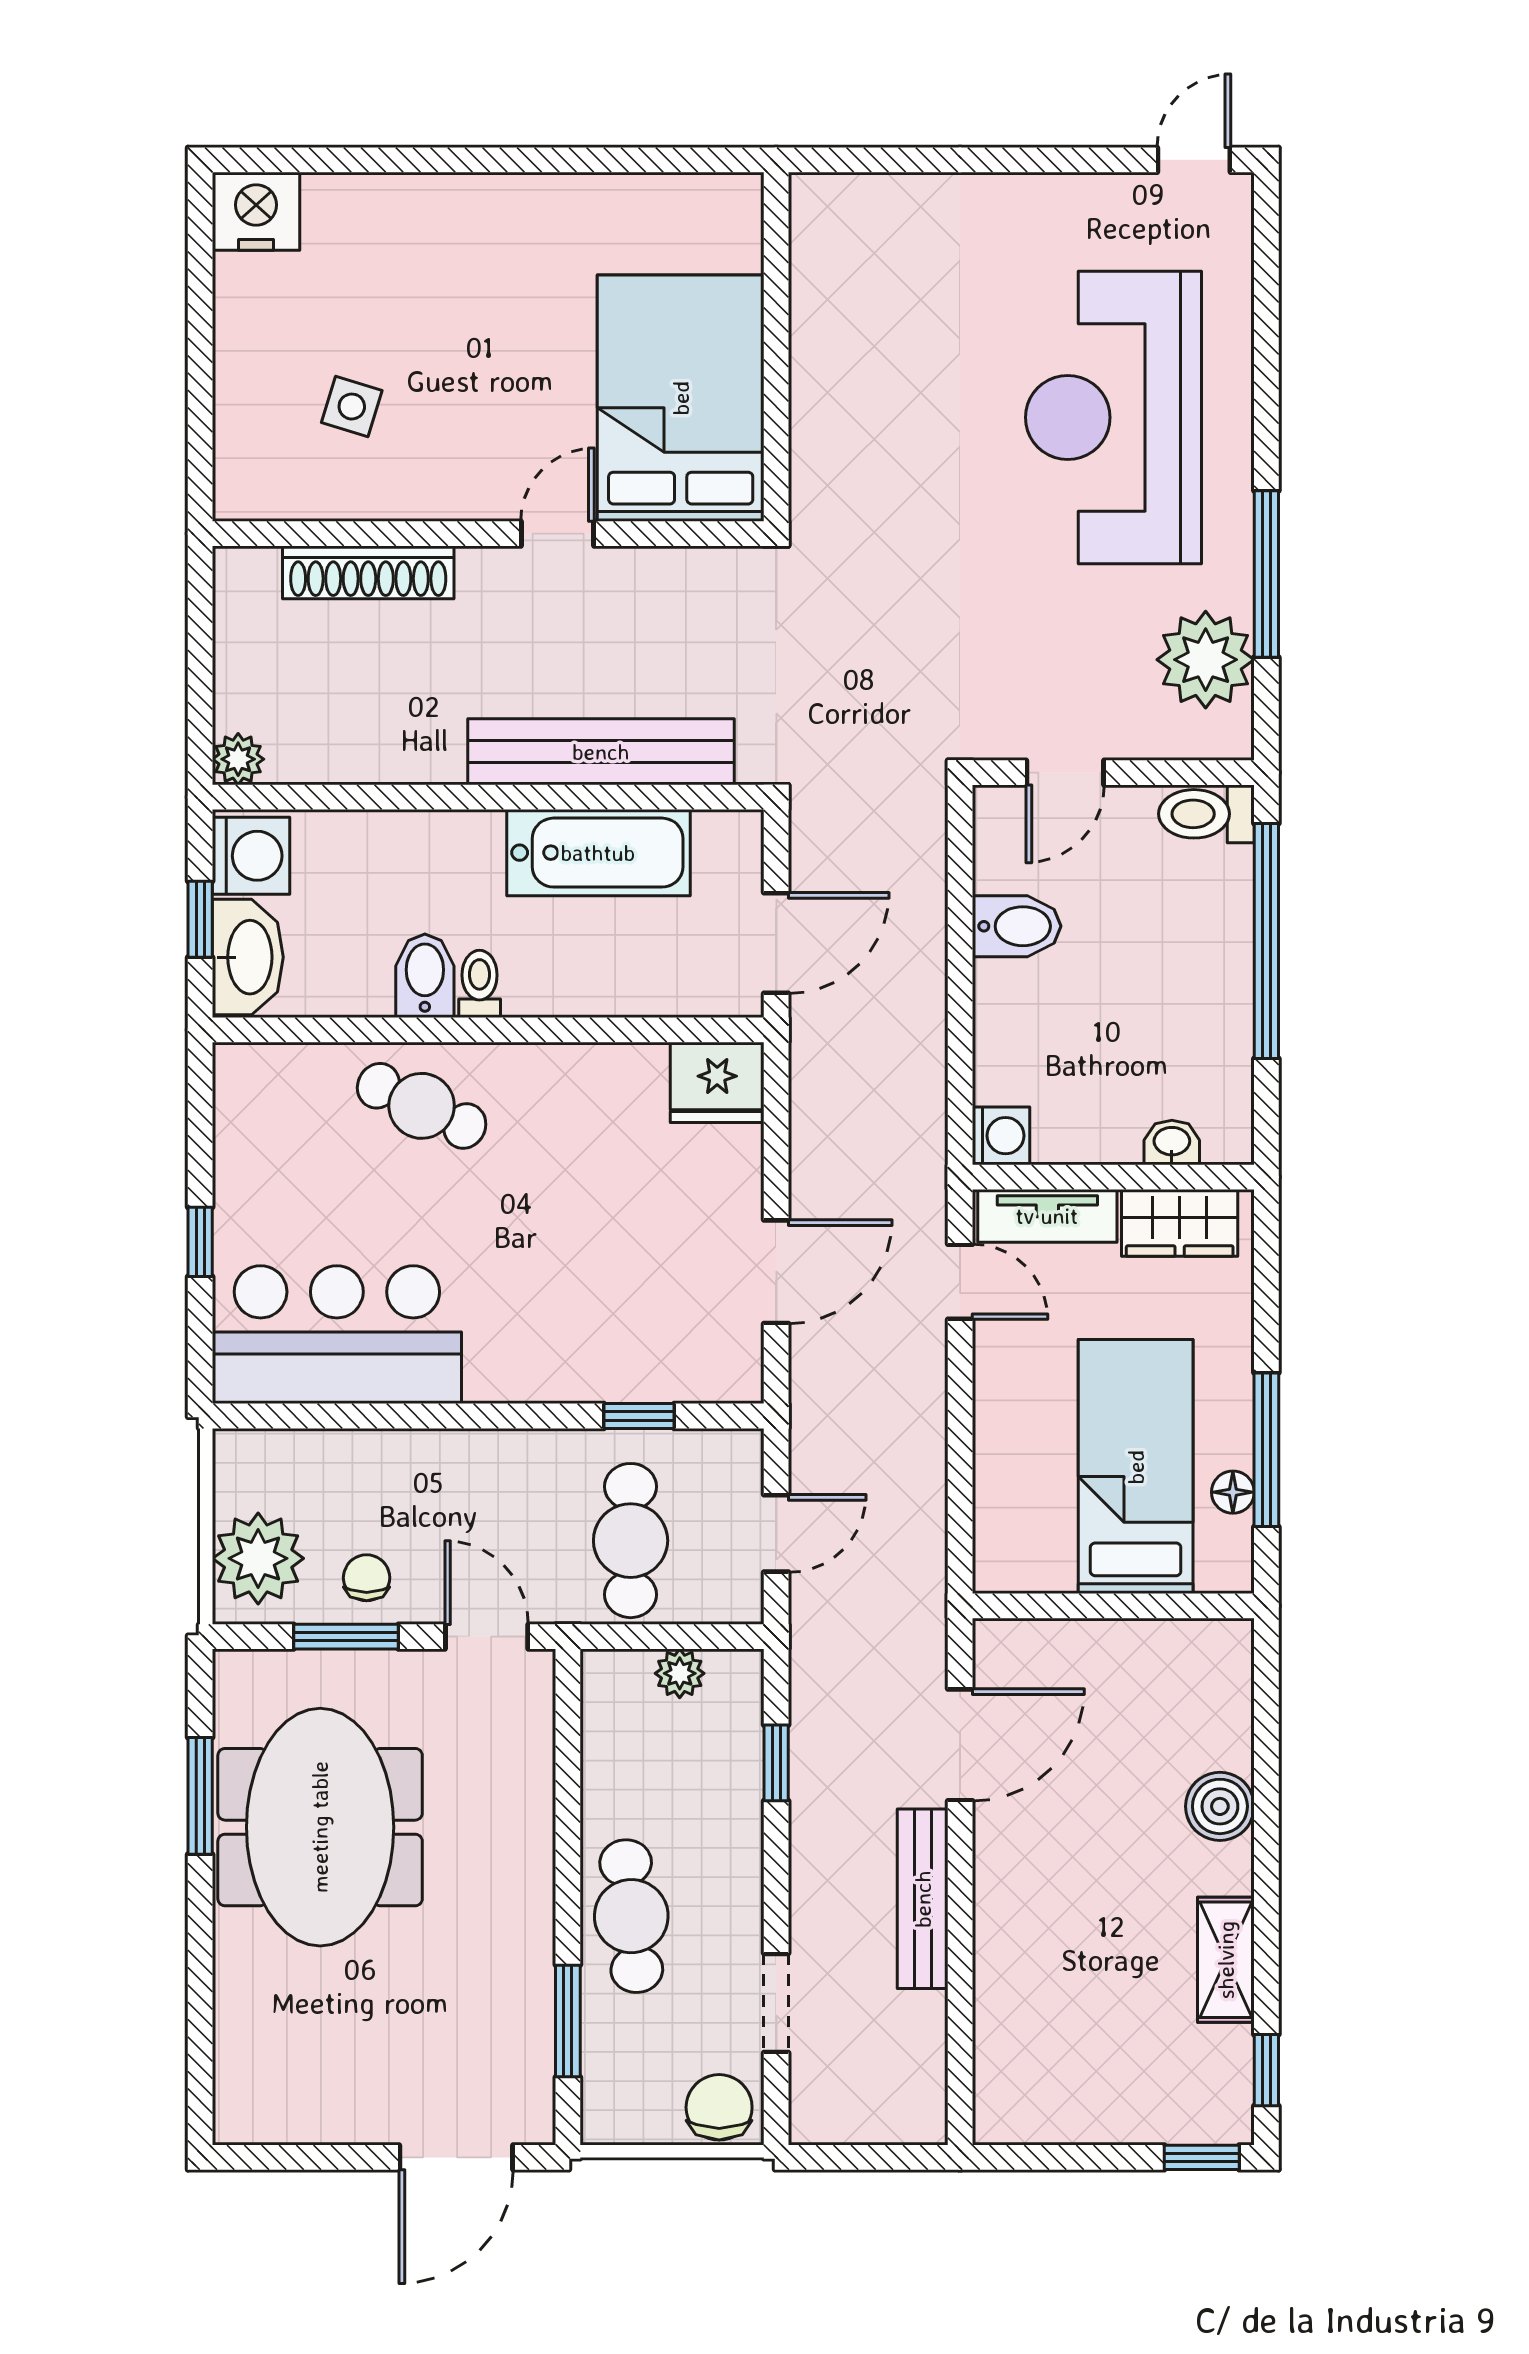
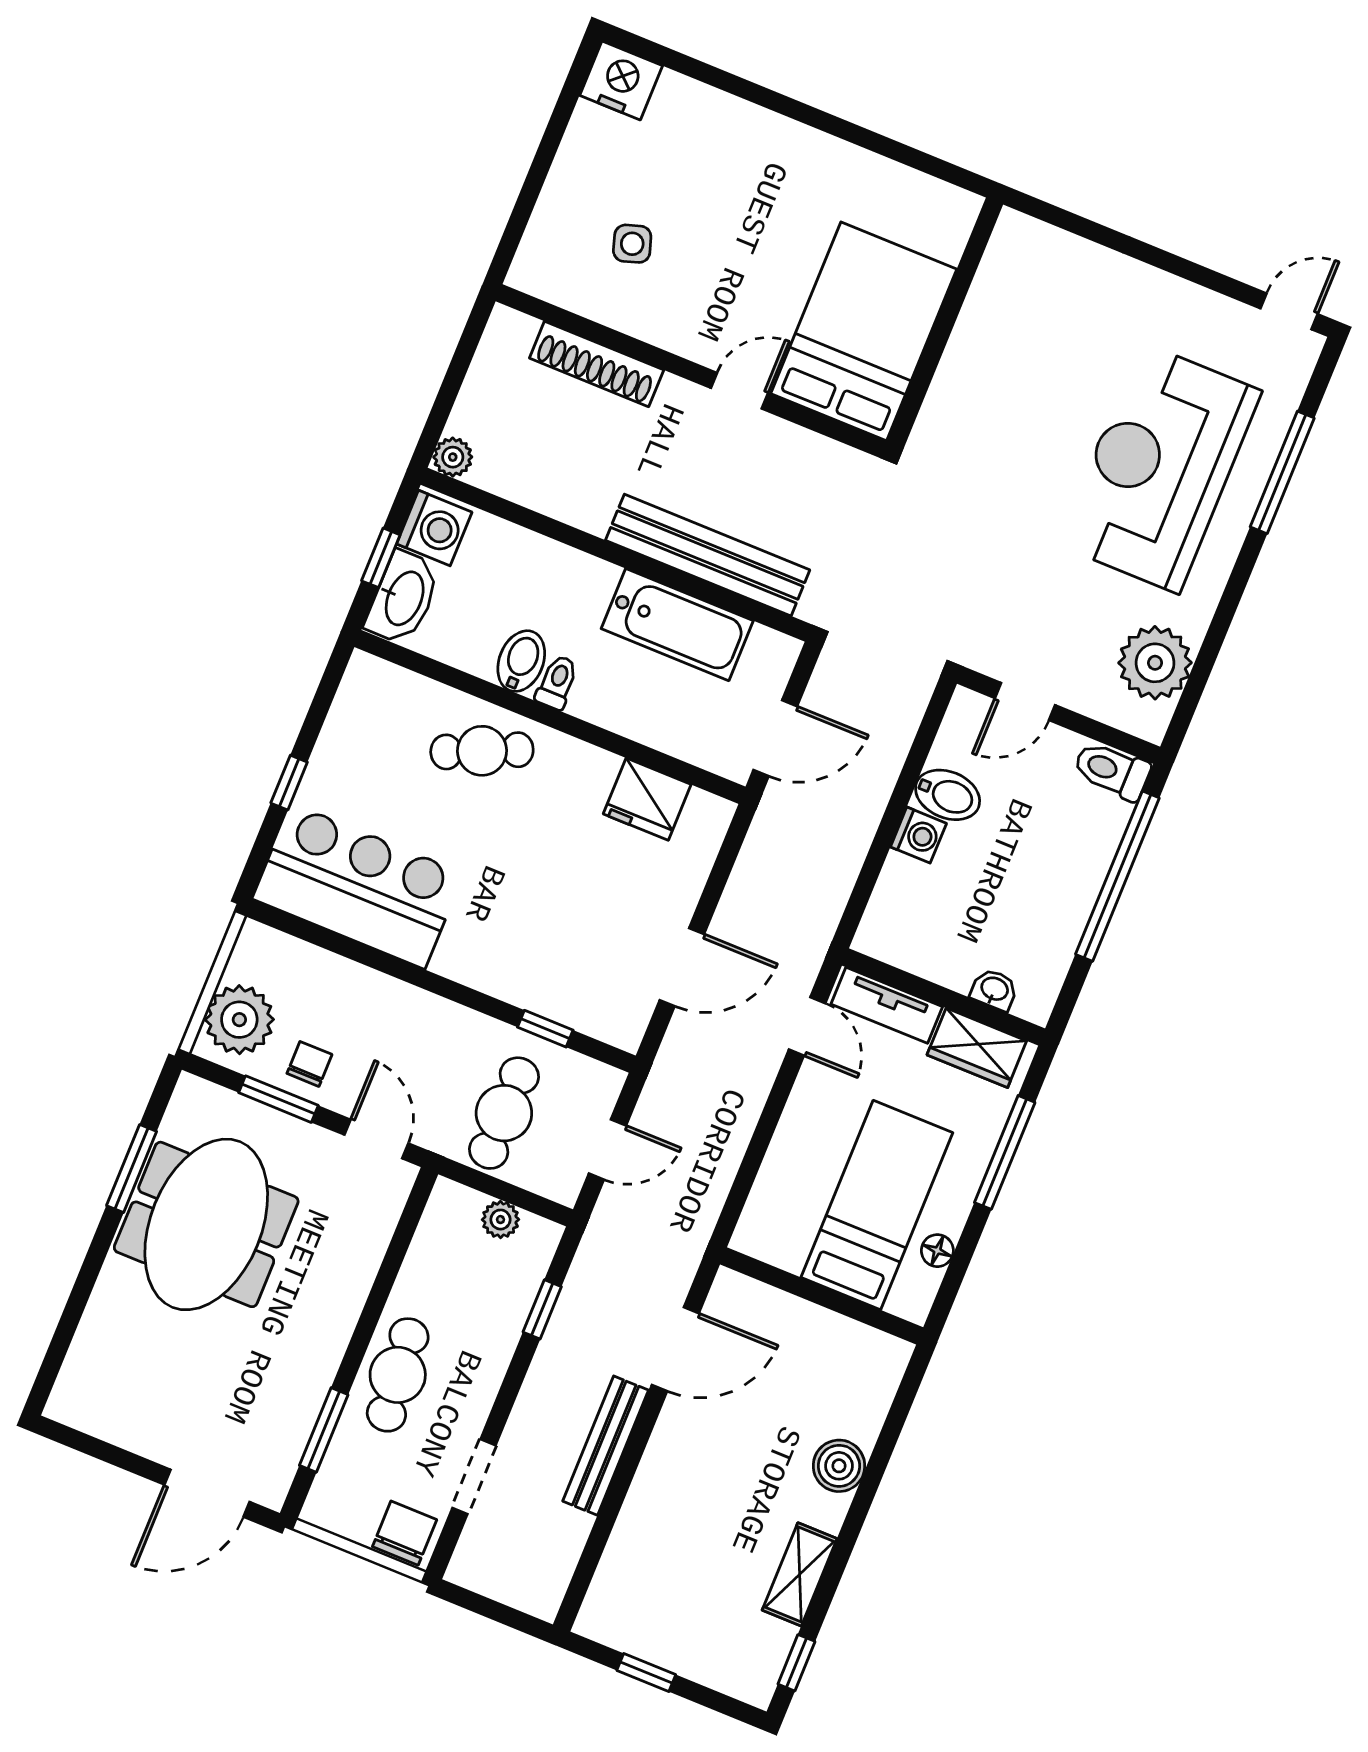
side table: (352, 407) -> (632, 244), turned -35
window: (1266, 574) -> (1282, 472), moved
fridge: (717, 1082) -> (647, 799), moved
cafe table: (422, 1106) -> (482, 751), turned -49
washing machine: (1001, 1136) -> (918, 835), moved
window: (1266, 1450) -> (1005, 1152), moved
window: (1202, 2157) -> (646, 1673), moved

